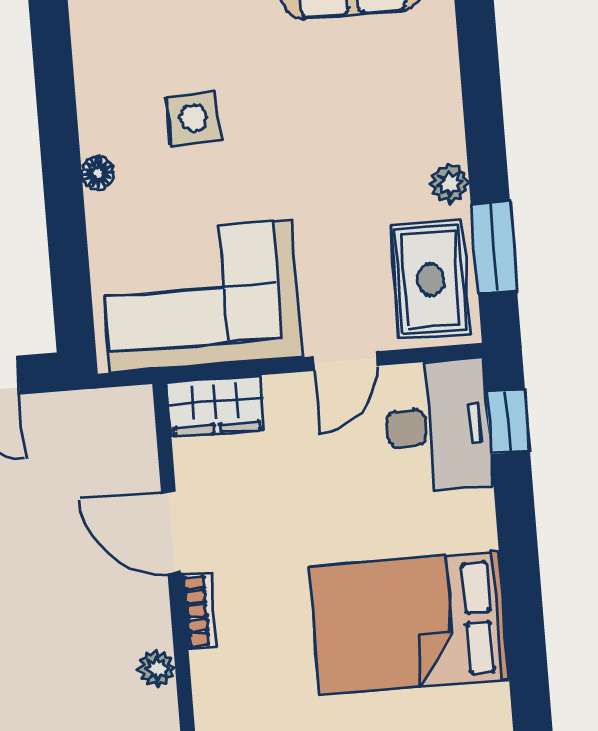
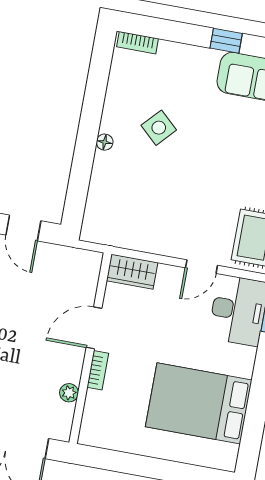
side table: (193, 118) -> (159, 128), turned 45
corner sofa: (201, 296) -> (139, 216), removed
door: (172, 532) -> (94, 328), hinge flipped

